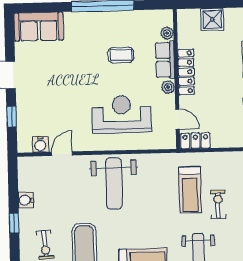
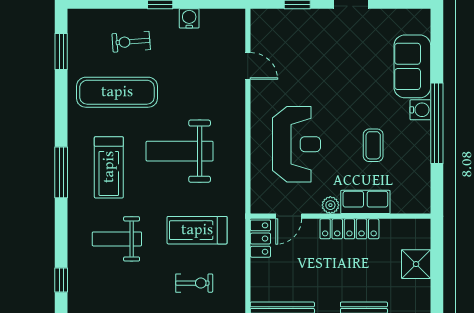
sofa: (39, 27) -> (412, 66), moved
plant: (167, 33) -> (400, 205), removed
water cooler: (40, 144) -> (420, 110), moved, turned 180
weight bench: (114, 183) -> (180, 151), moved
exercise bike: (218, 204) -> (194, 283), moved

